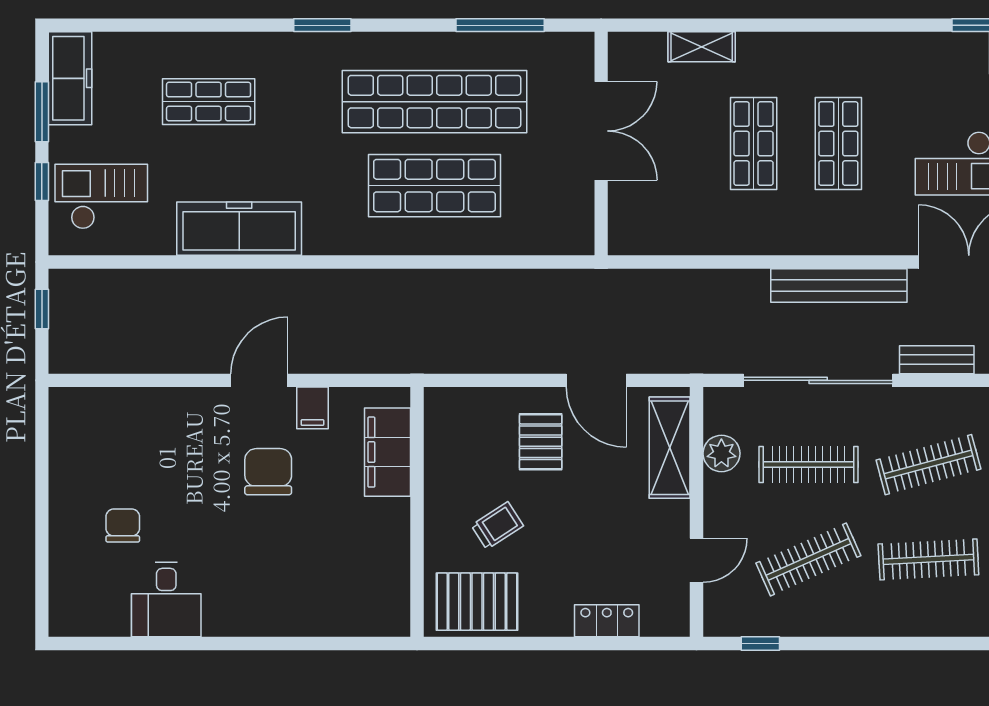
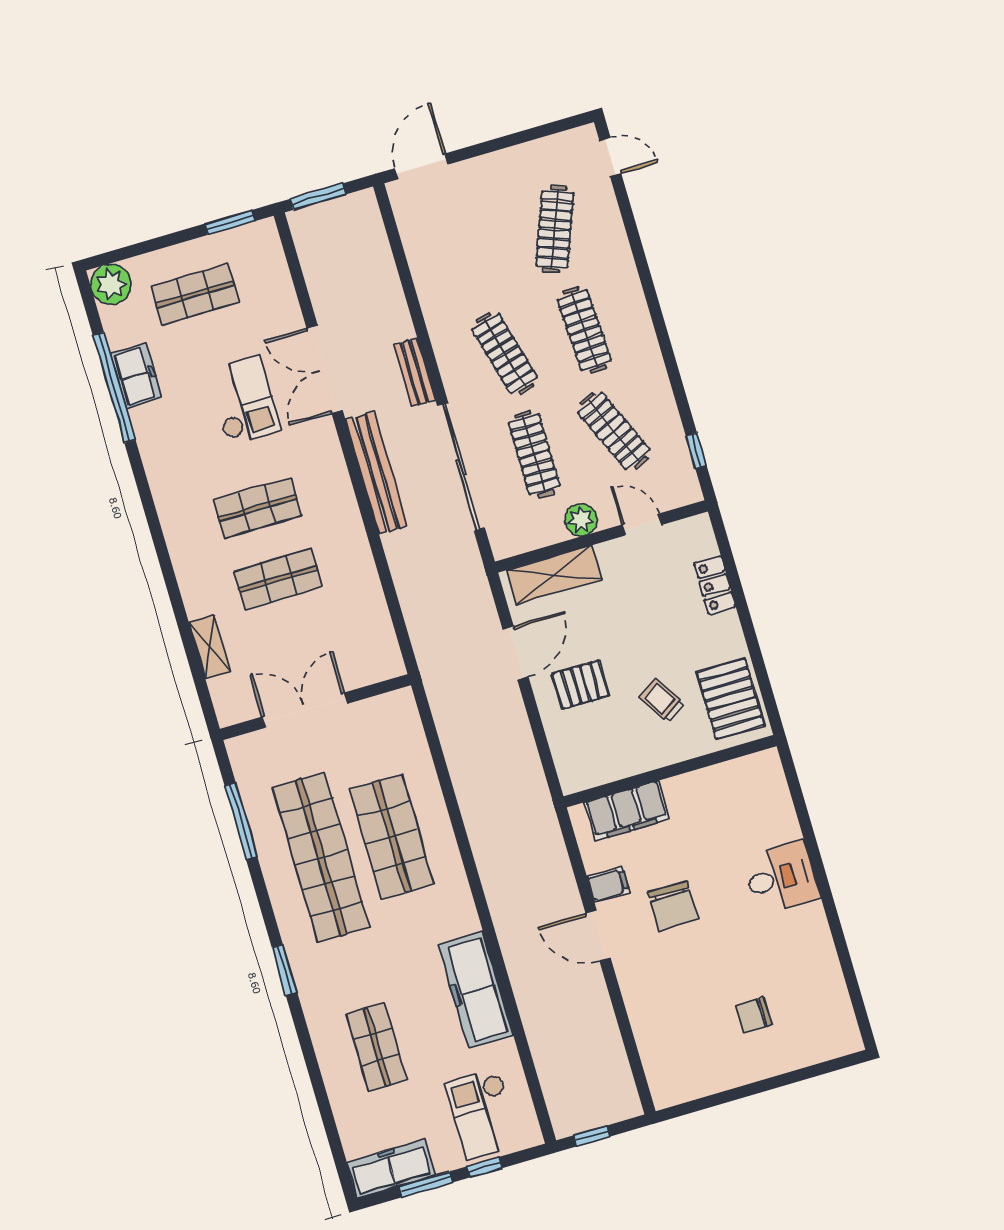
plant: (721, 453) -> (581, 520), moved
chair: (268, 472) -> (673, 906), turned -90
desk: (166, 600) -> (781, 878), moved

